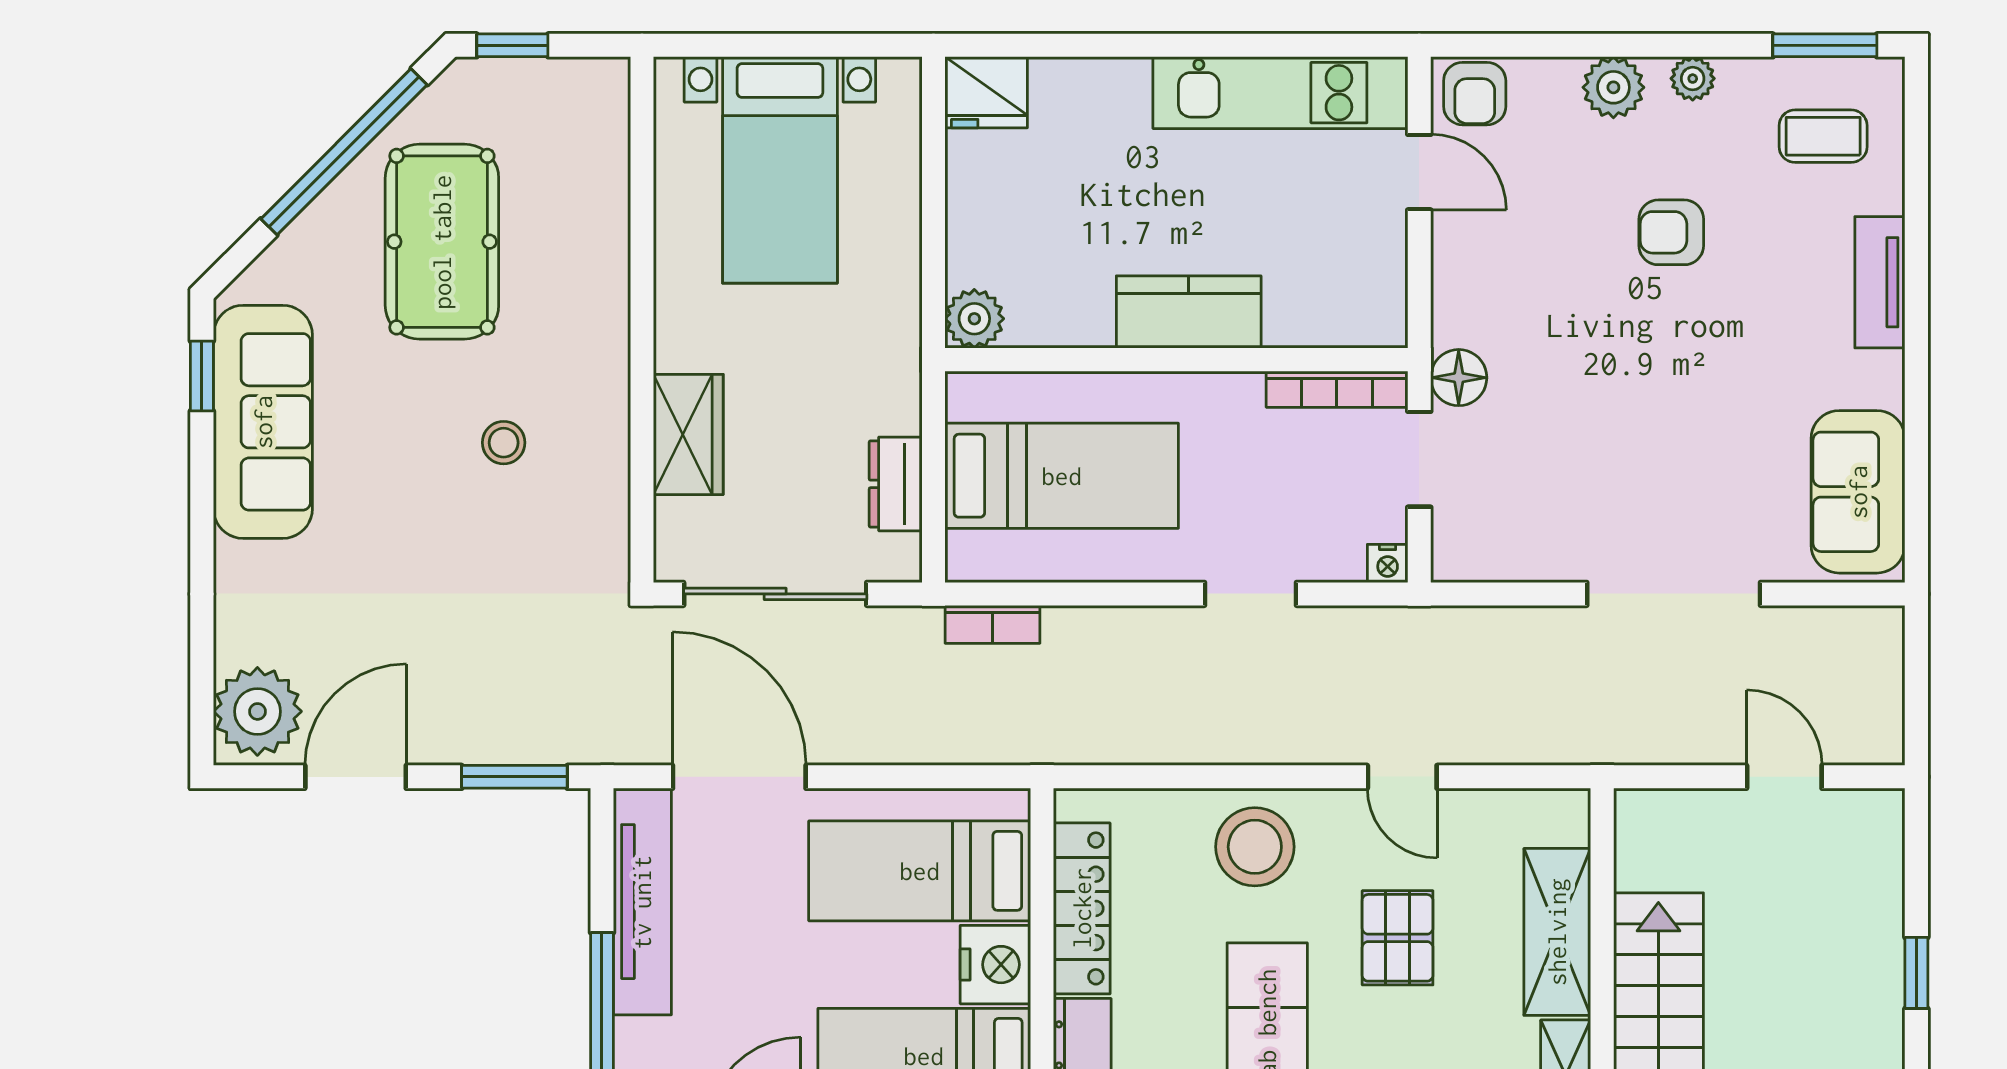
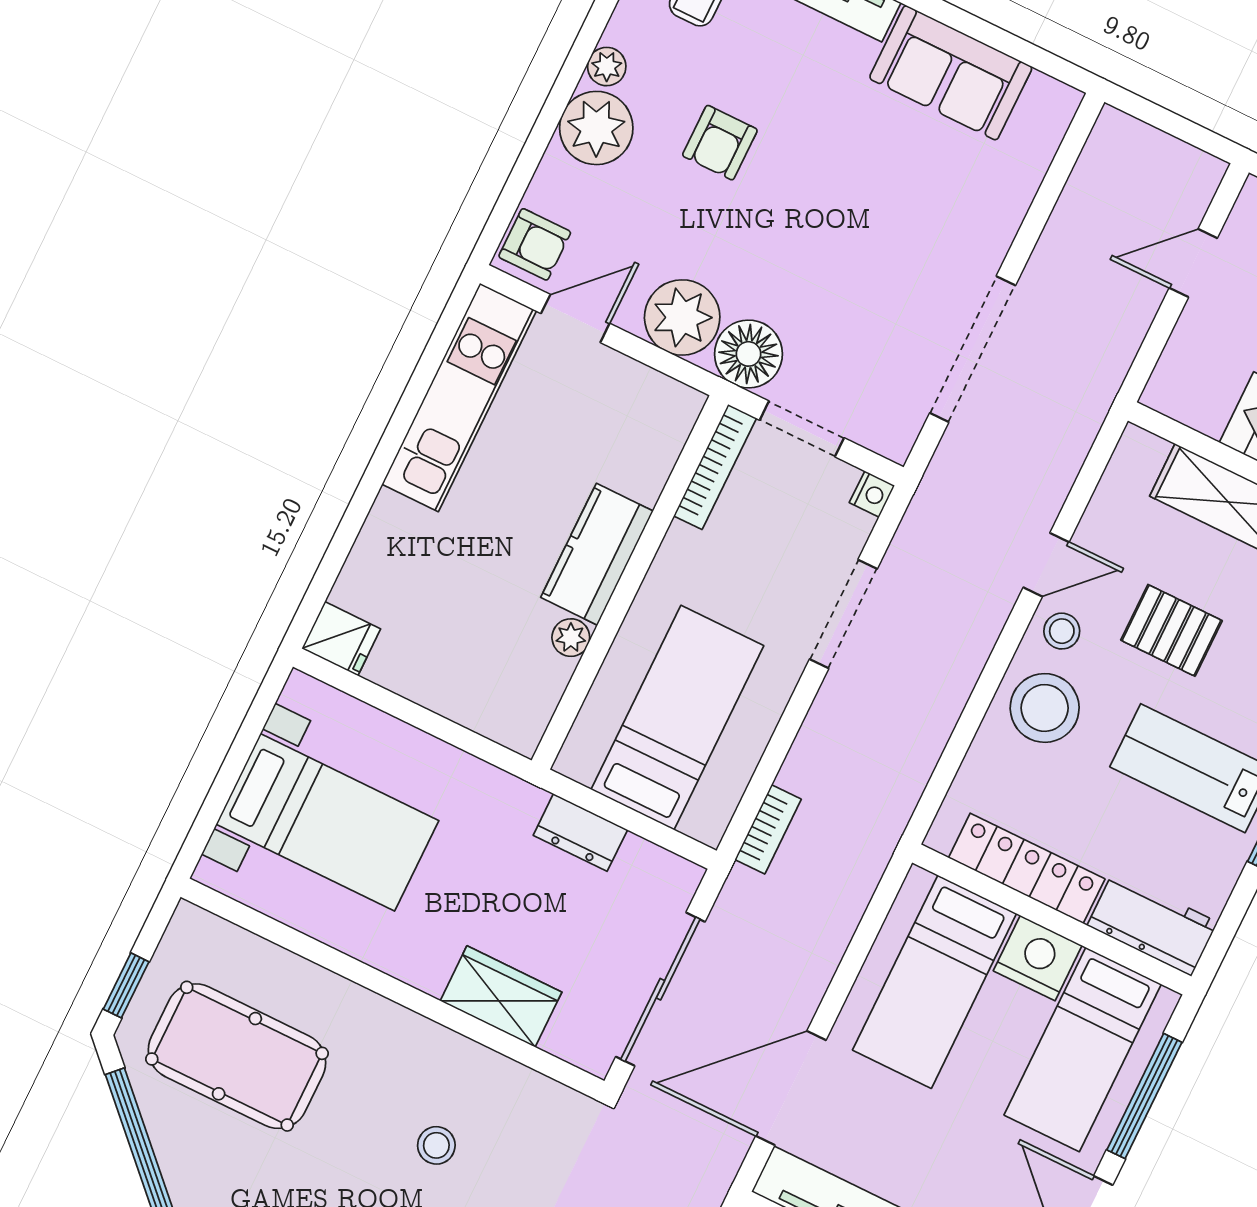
plant: (1613, 87) -> (596, 128), width x1.36, depth x1.36
fridge: (986, 92) -> (341, 639), width x0.72
pool table: (442, 242) -> (237, 1056), moved
plant: (1474, 281) -> (682, 317), added
plant: (974, 319) -> (571, 638), moved, width x0.73, depth x0.73
floor lamp: (1459, 378) -> (748, 354), width x1.38, depth x1.38
dresser: (896, 484) -> (580, 833), moved
sofa: (1858, 492) -> (951, 73), moved
doorway: (1250, 594) -> (843, 614), width x1.38
doorway: (1674, 594) -> (973, 349), moved
stool: (1342, 826) -> (1062, 631), added

